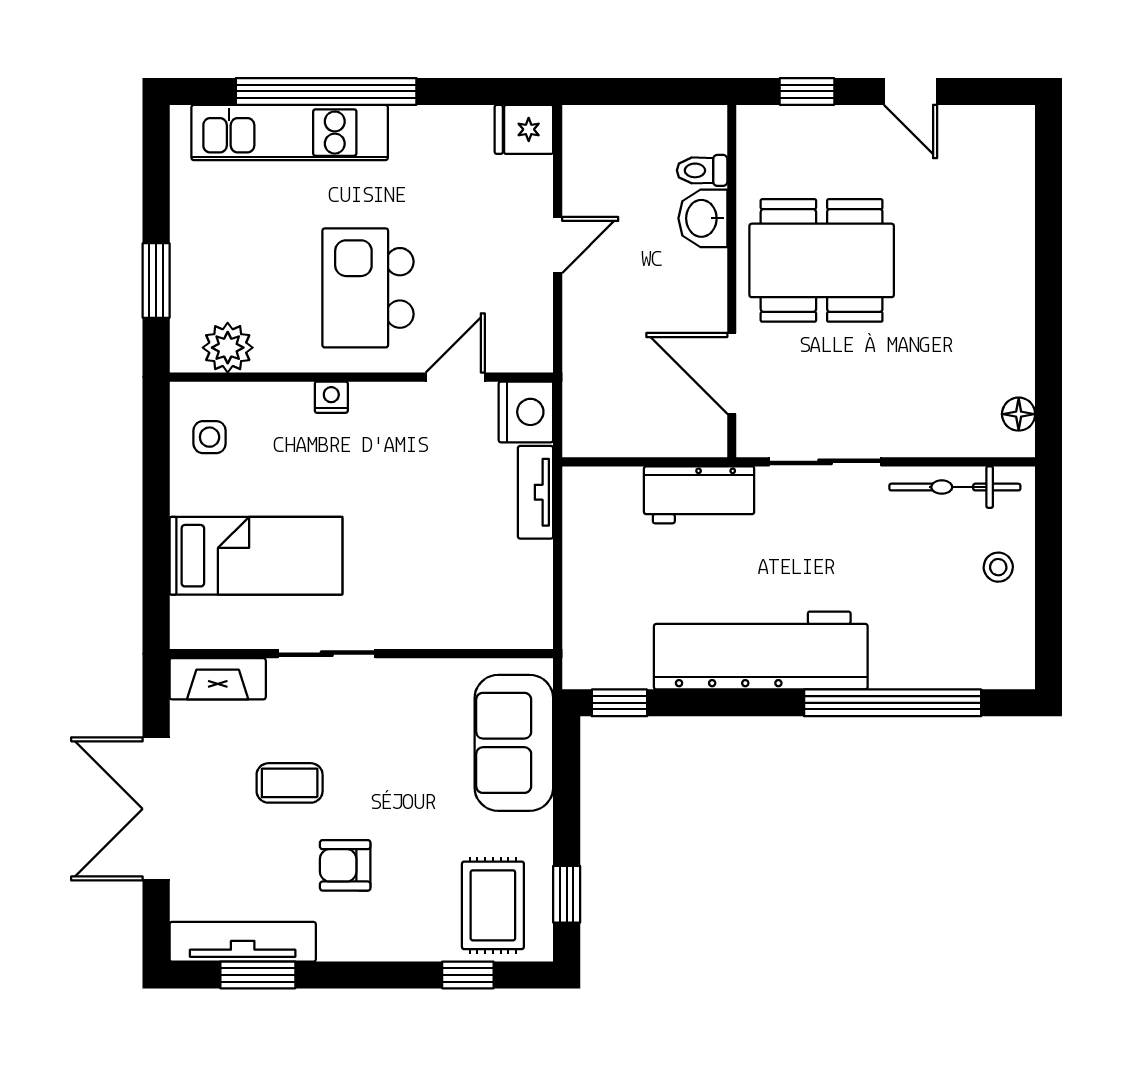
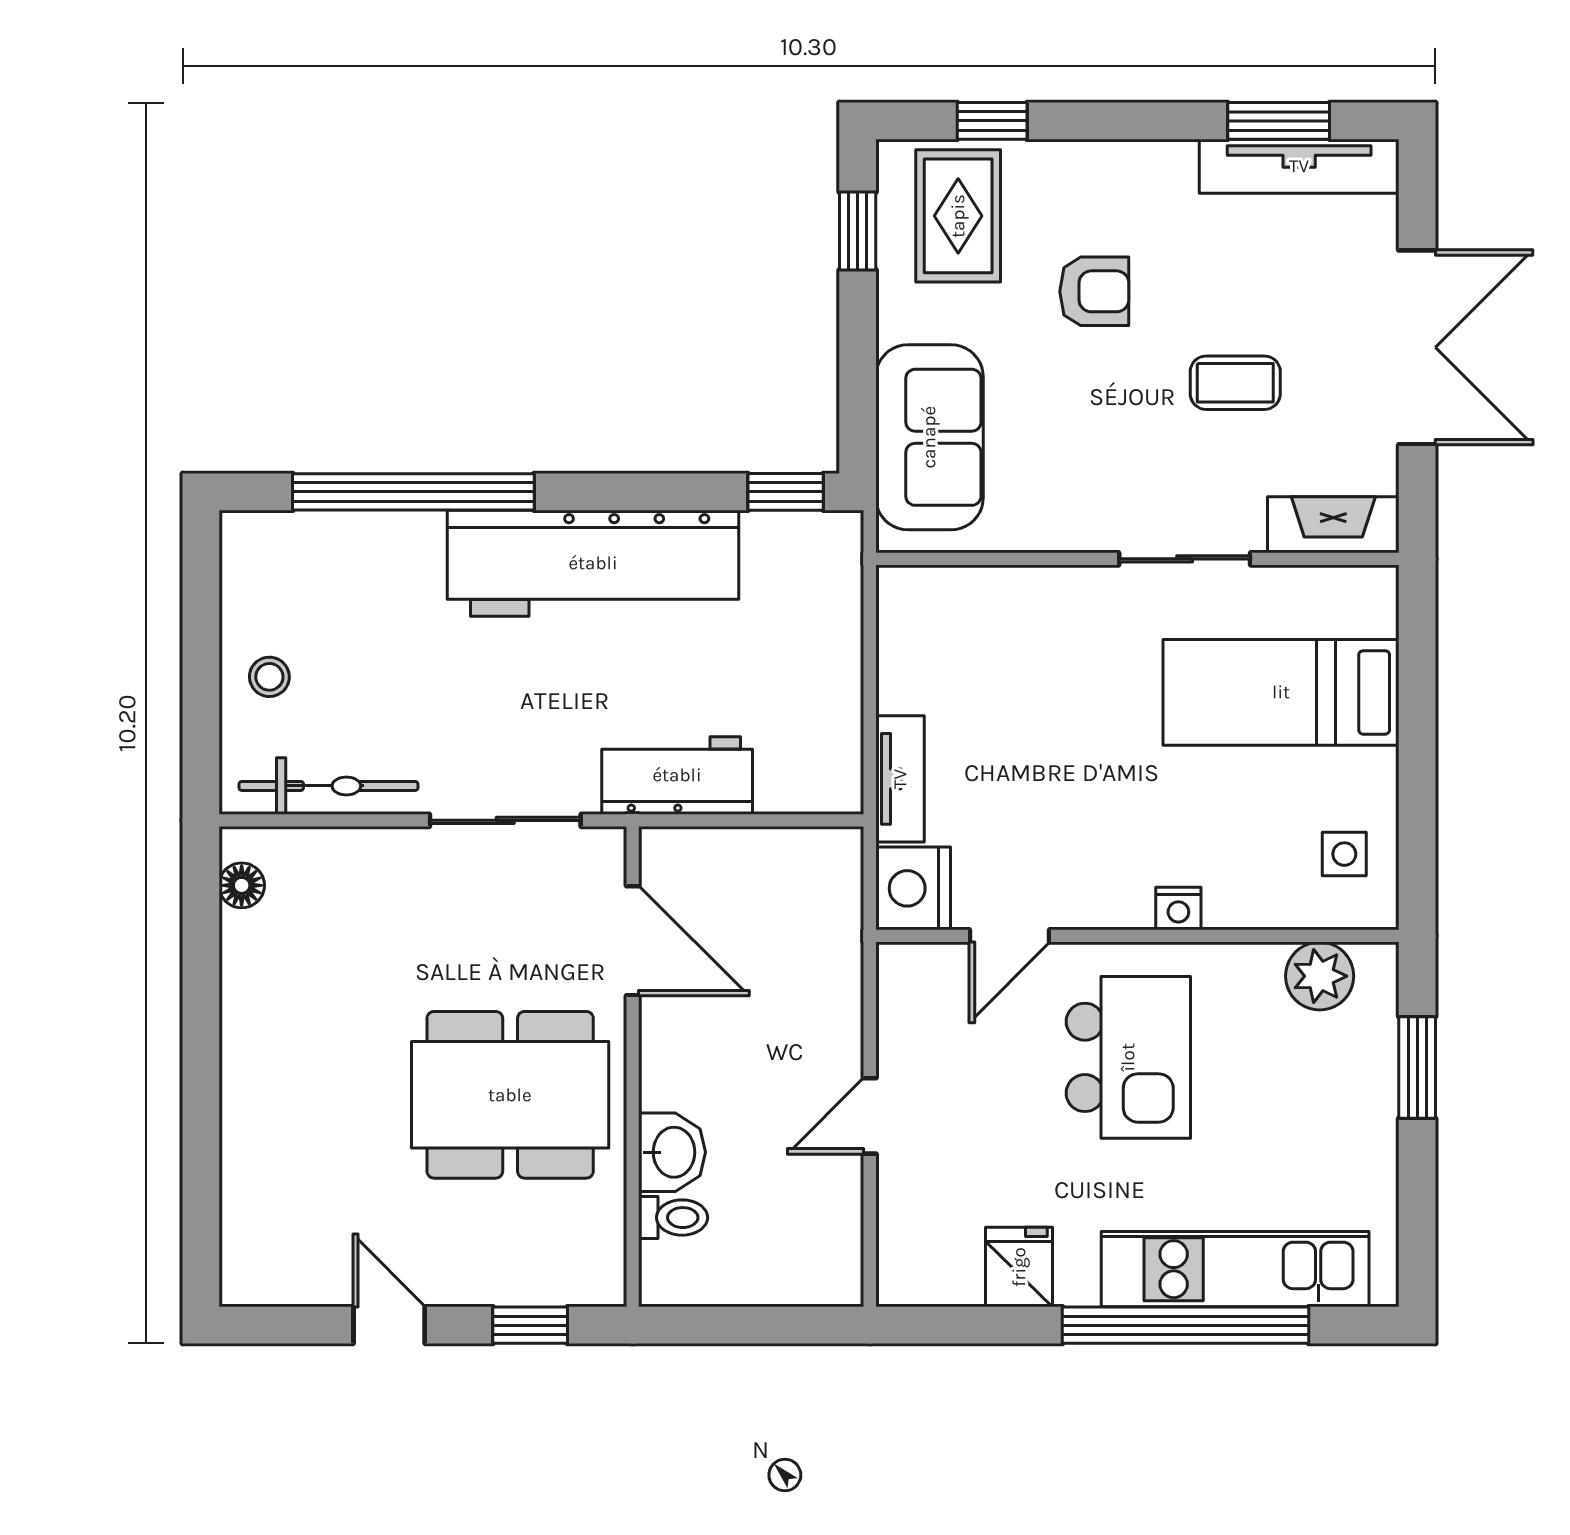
fridge: (524, 129) -> (1019, 1267), moved, turned -90
armchair: (345, 865) -> (1094, 291), moved

